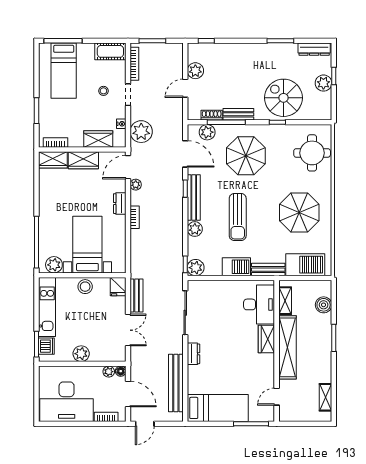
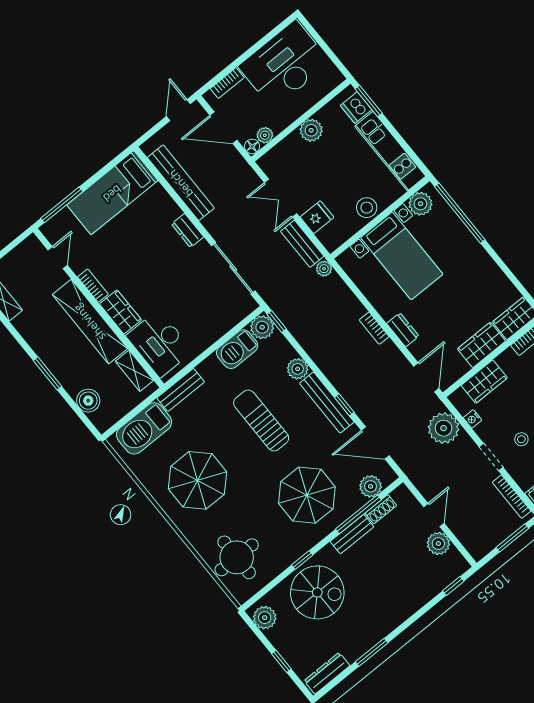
plant: (323, 83) -> (265, 618), moved
plant: (136, 185) -> (324, 269), moved
barbecue: (236, 267) -> (237, 349), moved
fridge: (118, 287) -> (317, 217), moved, turned 90
bookcase: (270, 366) -> (93, 286), added

